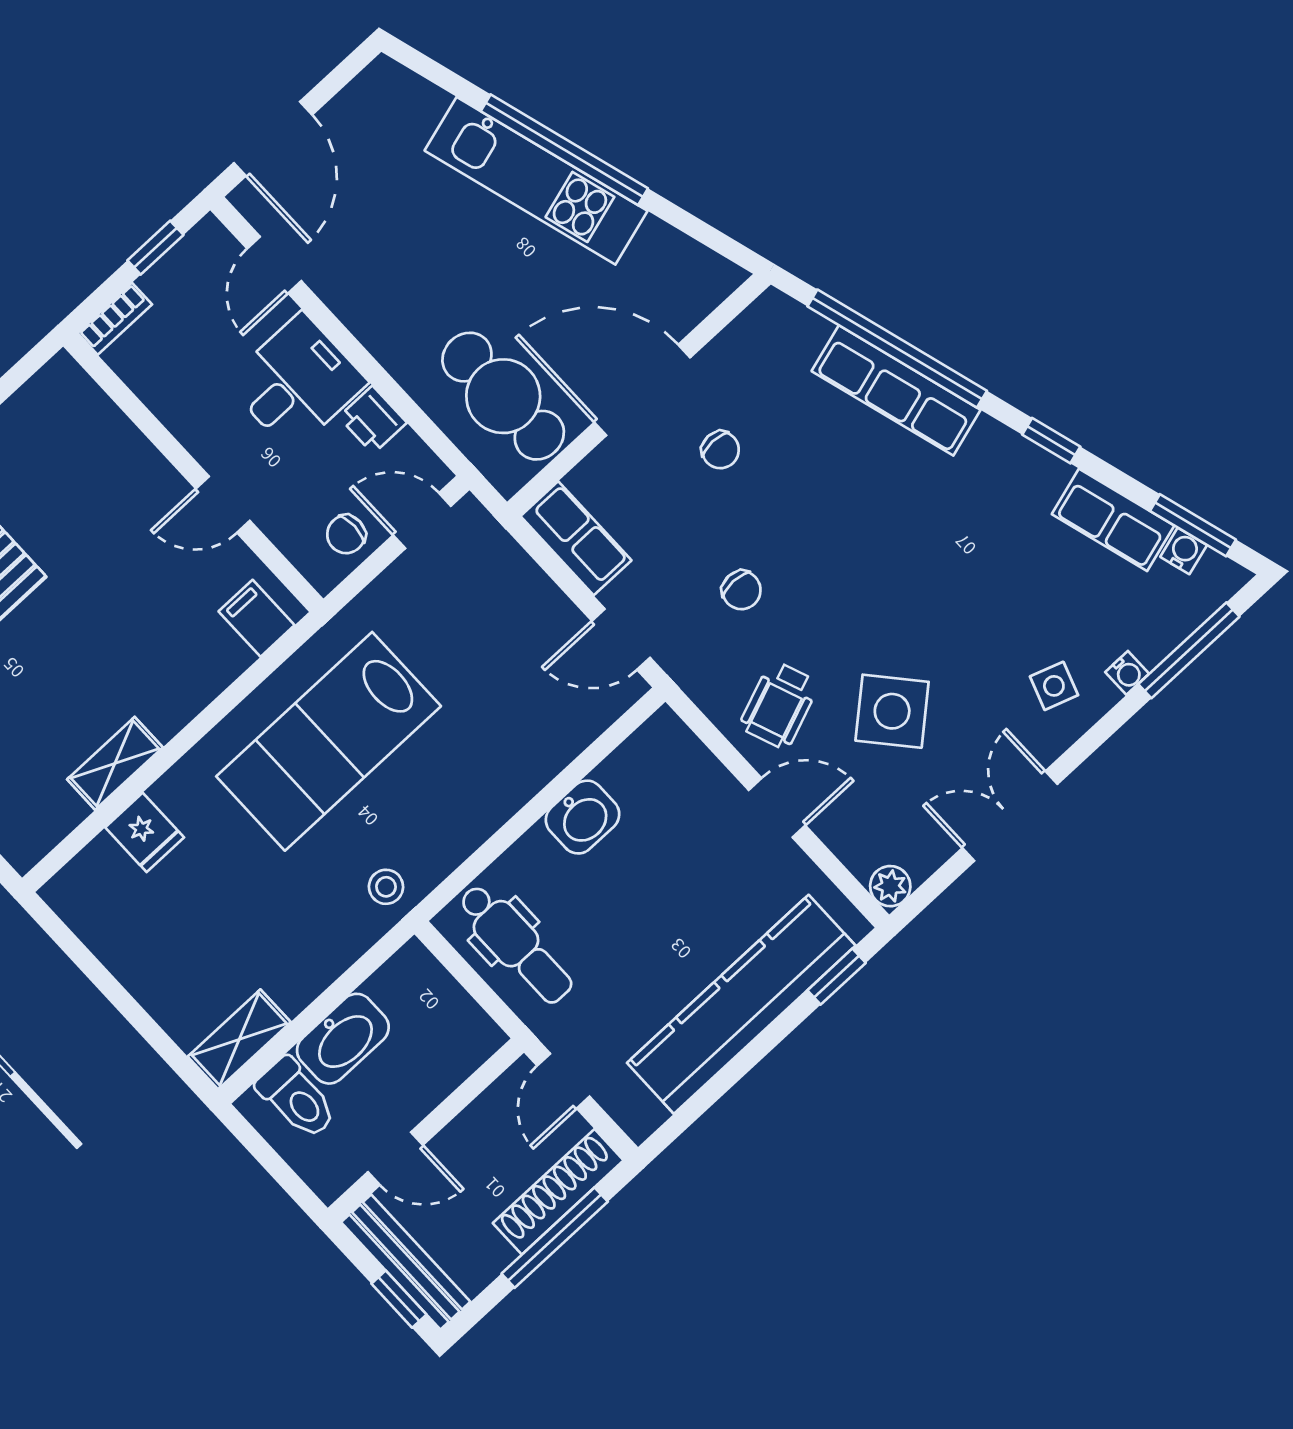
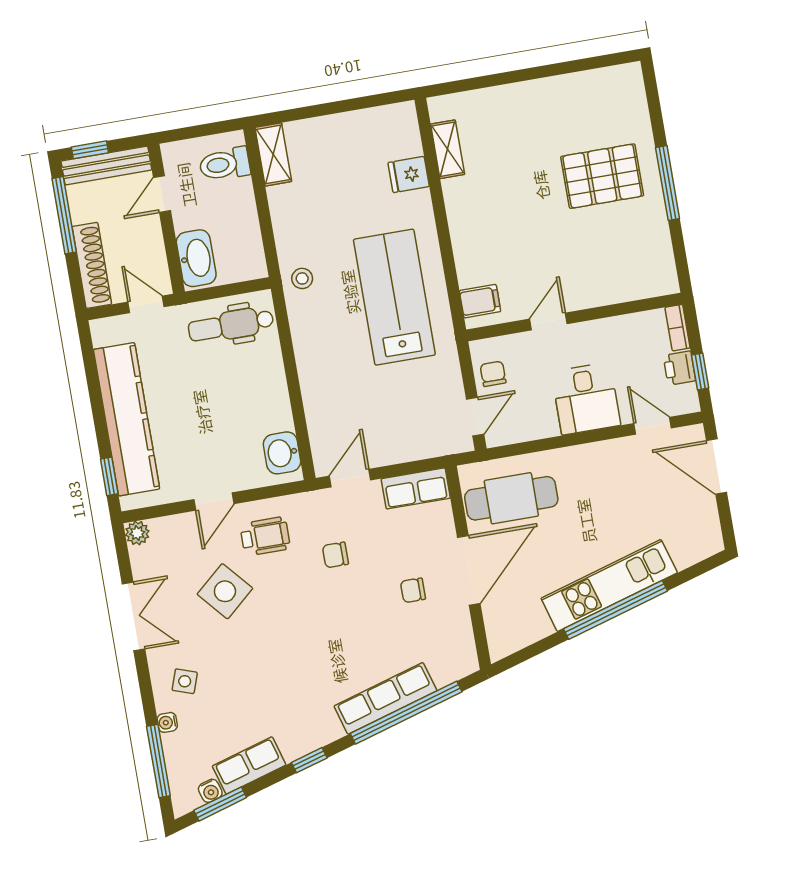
printer: (373, 420) -> (679, 368), moved, turned -90
wheelchair: (779, 705) -> (265, 536), turned 111
shelving: (115, 763) -> (448, 149), moved
washbasin: (583, 817) -> (282, 453), moved
washbasin: (343, 1039) -> (196, 258), moved, turned 180
window: (555, 1238) -> (64, 215), moved

